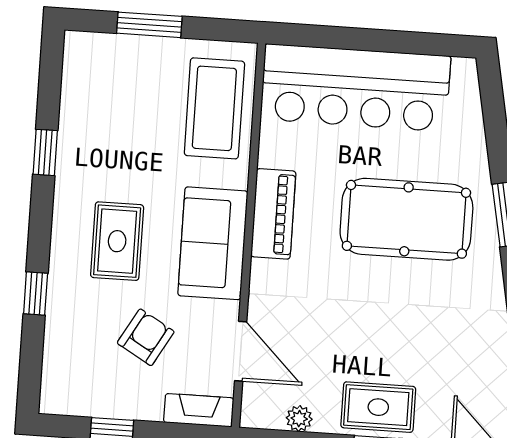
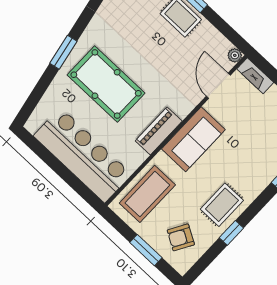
rug: (117, 241) -> (222, 205), moved
armchair: (146, 337) -> (181, 237), moved
plant: (299, 419) -> (235, 55), moved

